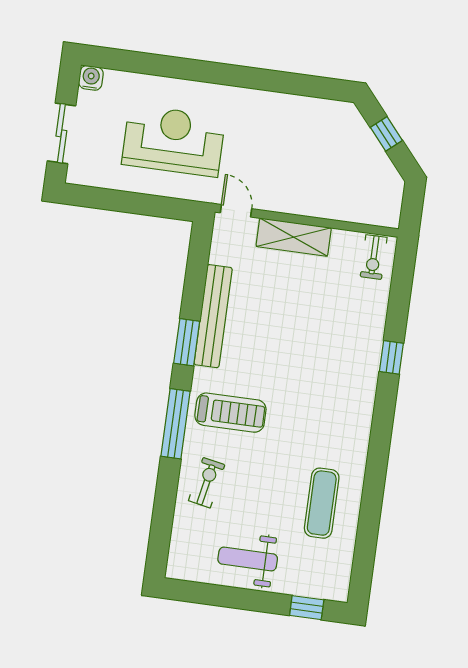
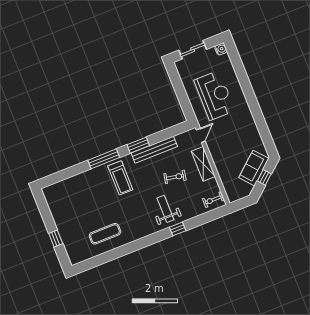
sofa: (357, 144) -> (254, 168), added
exercise bike: (207, 483) -> (175, 177), moved
weight bench: (248, 559) -> (165, 209), moved
window: (307, 608) -> (56, 239), moved

